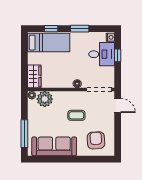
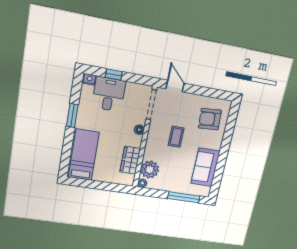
window: (51, 29) -> (67, 149), removed
wardrobe: (34, 76) -> (130, 160), moved, turned -90
door: (118, 106) -> (175, 86), hinge flipped
sofa: (54, 146) -> (205, 167), width x0.73

